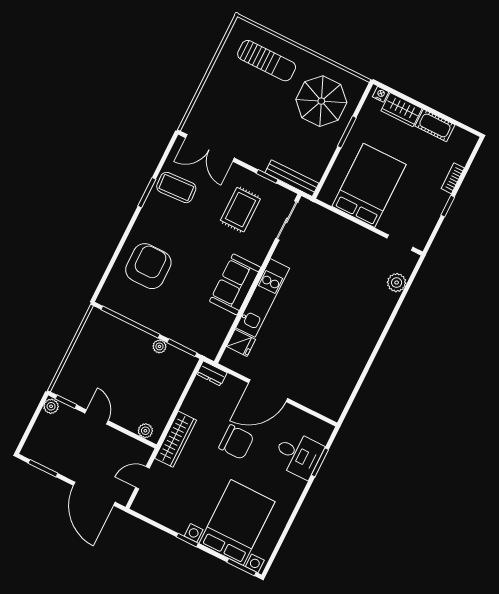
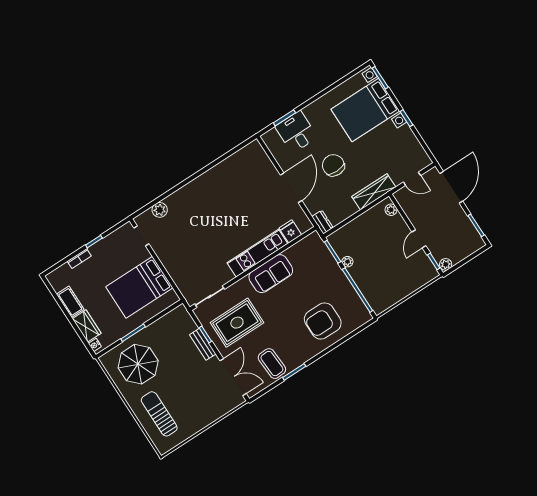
bench: (292, 178) -> (203, 344), moved, width x0.73
rug: (240, 210) -> (237, 323), width x1.36, depth x1.43
door: (268, 391) -> (291, 188), hinge flipped

